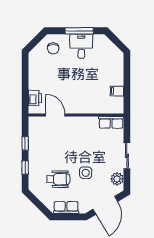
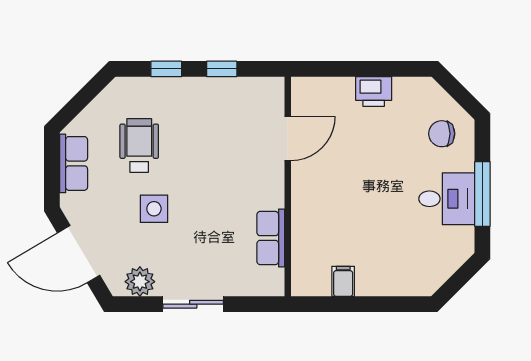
printer: (35, 98) -> (374, 91), moved
row of seats: (111, 122) -> (271, 238), moved
wheelchair: (58, 179) -> (139, 145), turned 180

